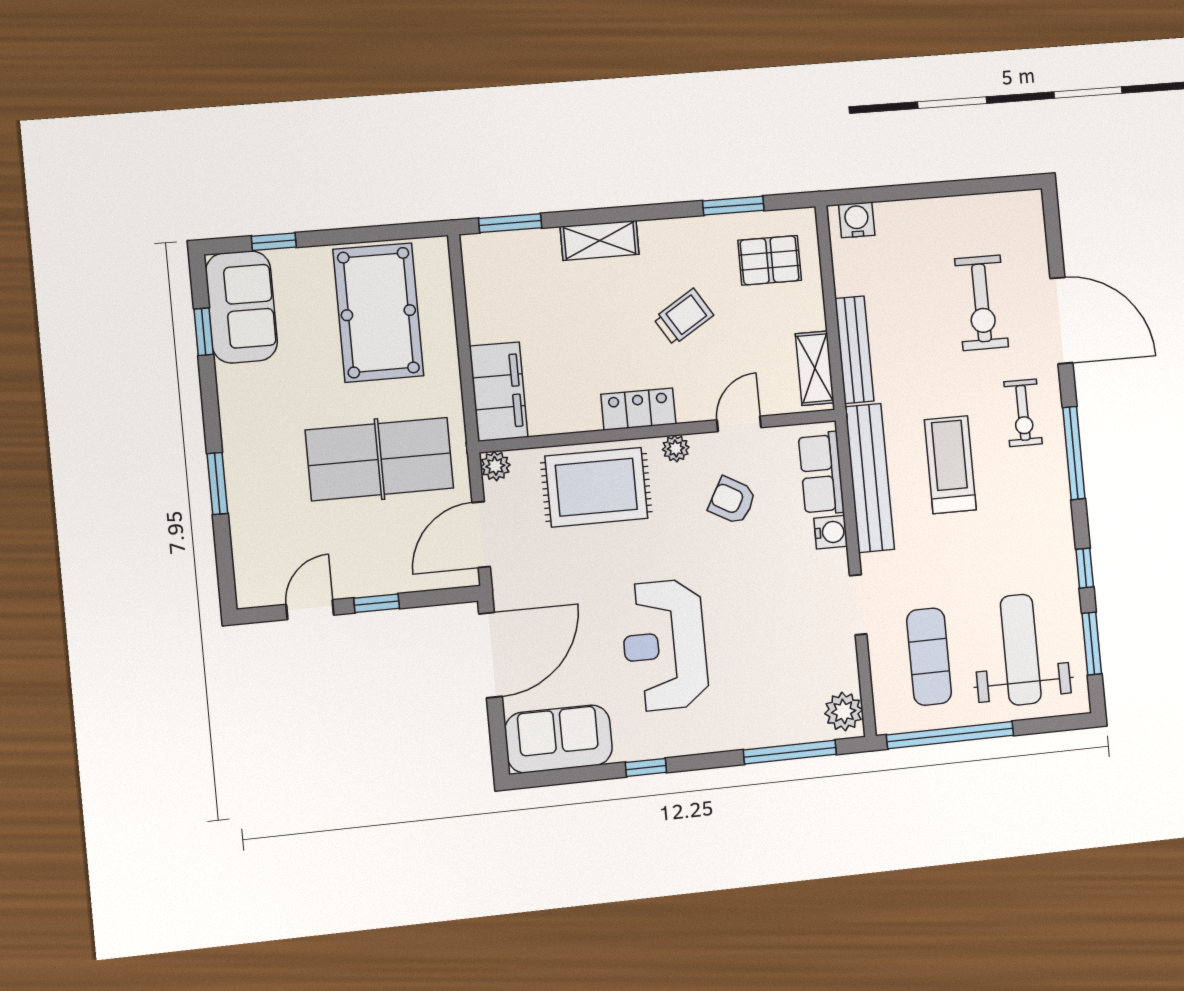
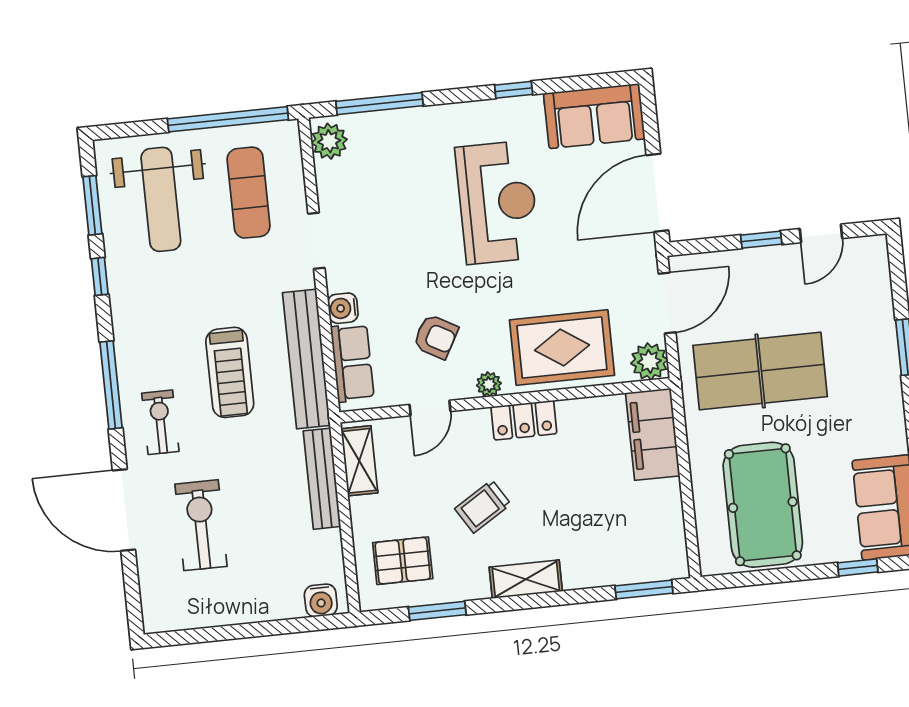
shelving: (600, 240) -> (526, 579), moved
plant: (495, 466) -> (649, 361), width x1.38, depth x1.38

